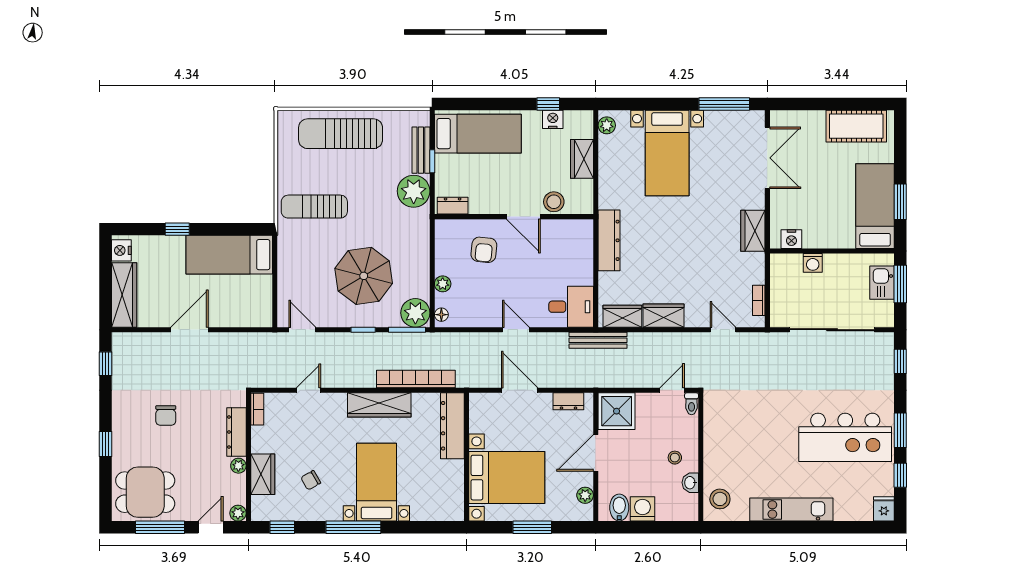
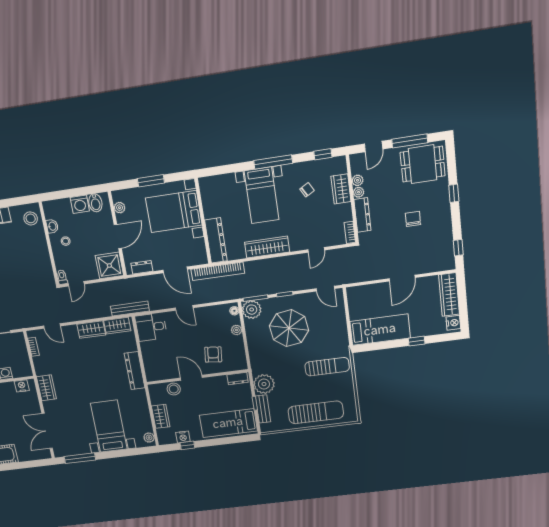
bookcase: (416, 379) -> (218, 271), moved
plant: (238, 513) -> (358, 180), moved

